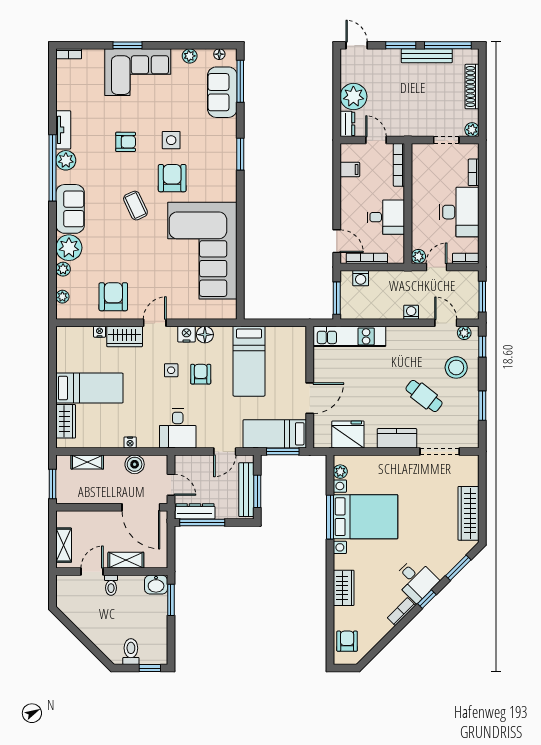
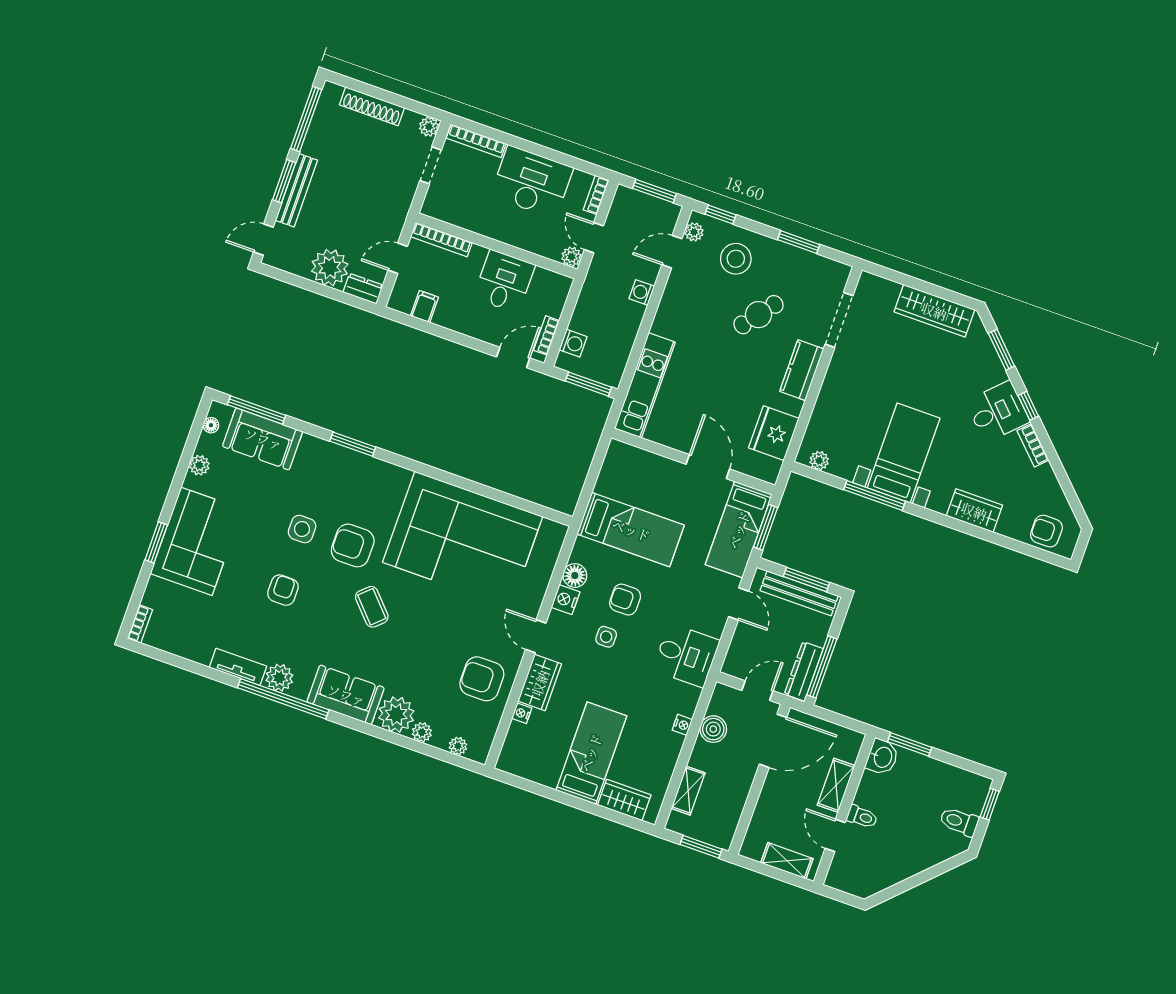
bench: (427, 56) -> (296, 190), moved
bookcase: (474, 172) -> (476, 141), width x1.56
coffee table: (135, 206) -> (372, 607), turned 72
bookcase: (367, 258) -> (546, 335), width x0.64
bed with nightstands: (366, 517) -> (904, 453), width x0.73

